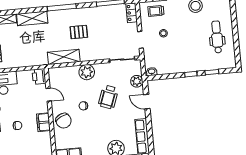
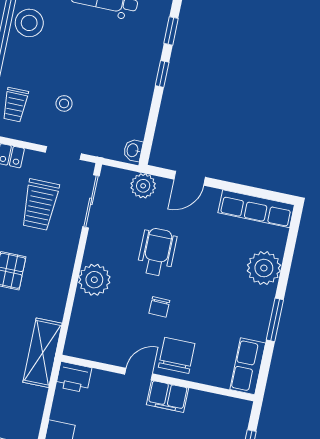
trolley: (114, 36) -> (40, 205), added
shelving: (64, 57) -> (42, 353), moved
door: (49, 95) -> (139, 374), moved
wheelchair: (108, 97) -> (157, 252), turned -110
chair: (64, 121) -> (177, 355), turned -65

